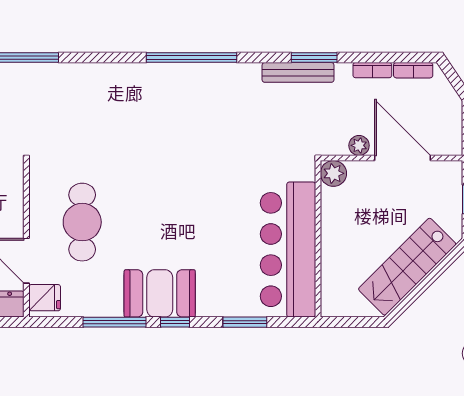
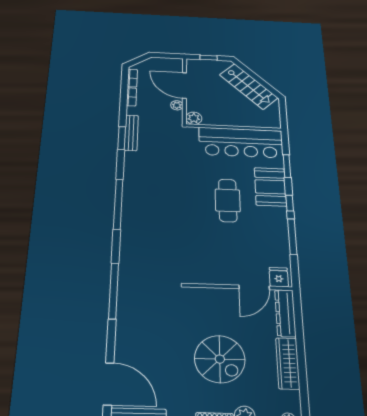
window: (191, 58) -> (118, 204), moved
window: (314, 58) -> (122, 138), moved
door: (402, 158) -> (184, 85), hinge flipped
cafe table: (82, 222) -> (228, 200), moved, turned 90
booth: (160, 293) -> (270, 187), moved

